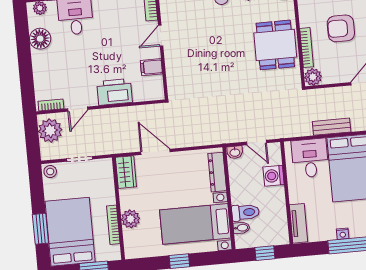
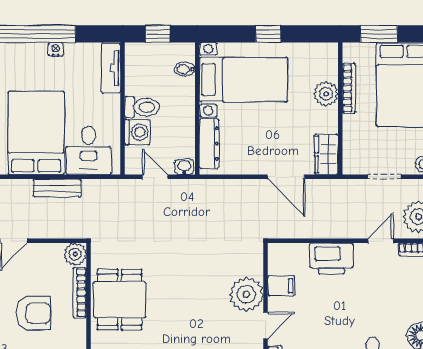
plant: (178, 58) -> (246, 294), added
toilet: (245, 212) -> (142, 107), moved, turned 180

